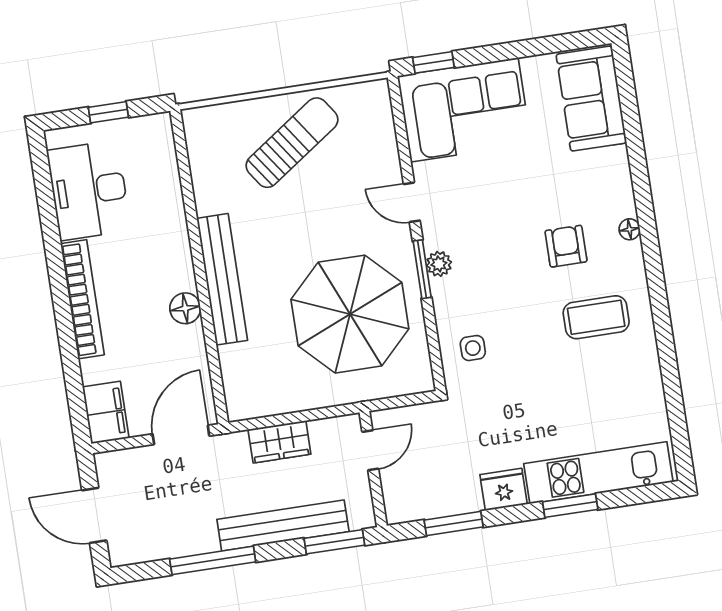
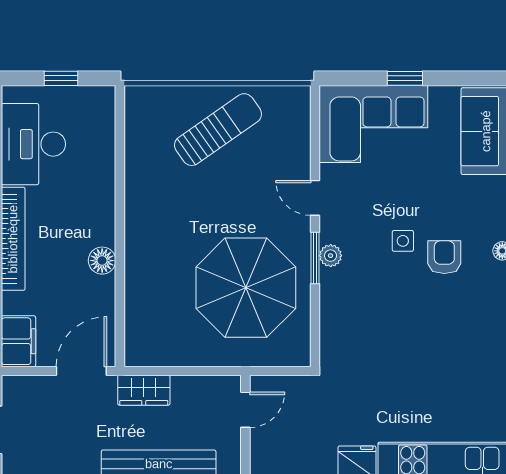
window: (433, 62) -> (405, 78), moved
bench: (222, 279) -> (138, 240), removed
coffee table: (596, 317) -> (461, 324), removed
side table: (473, 348) -> (403, 241), moved
wardrobe: (279, 442) -> (144, 390), moved

